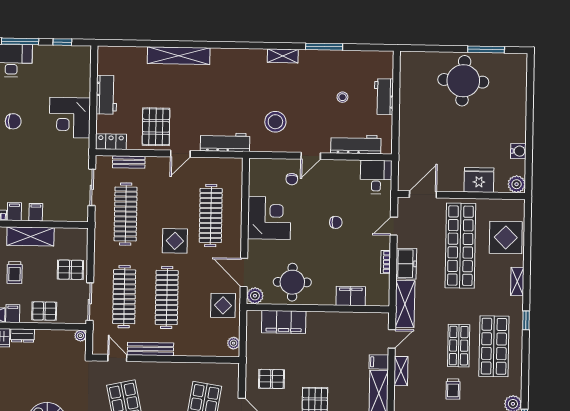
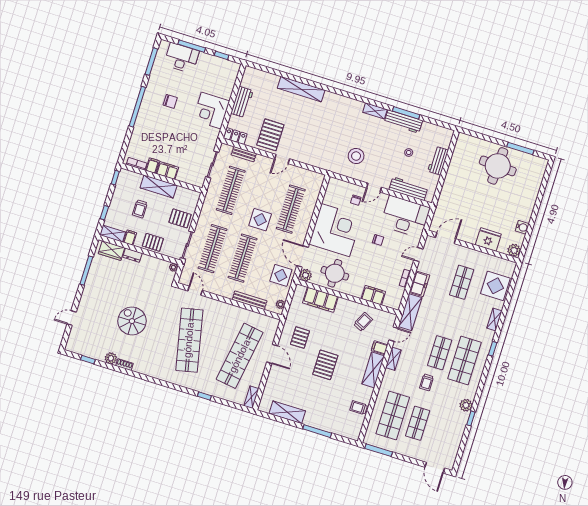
workbench: (225, 142) -> (403, 122), moved, turned 180
desk: (376, 177) -> (405, 217), width x1.87, depth x1.30
filing cabinet: (36, 212) -> (167, 171), width x2.00
corner desk: (269, 218) -> (335, 230), width x1.36, depth x1.36
shop shelf: (460, 246) -> (462, 282), width x0.50, depth x0.74
trolley: (348, 334) -> (363, 322), added
bench: (150, 349) -> (250, 300), moved
pallet: (271, 379) -> (300, 338), turned 90

